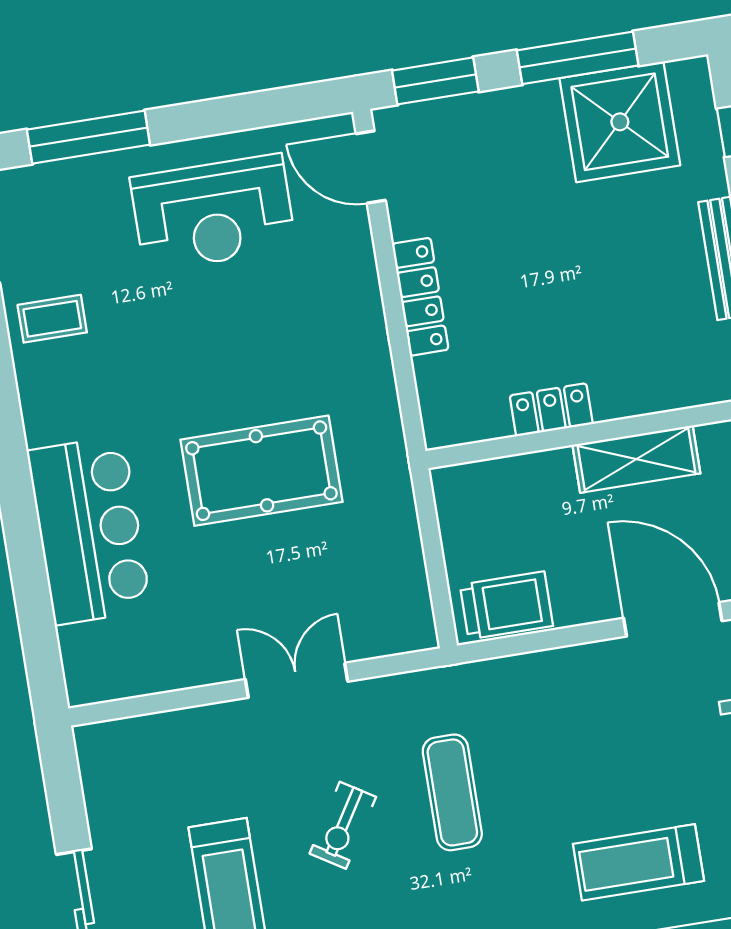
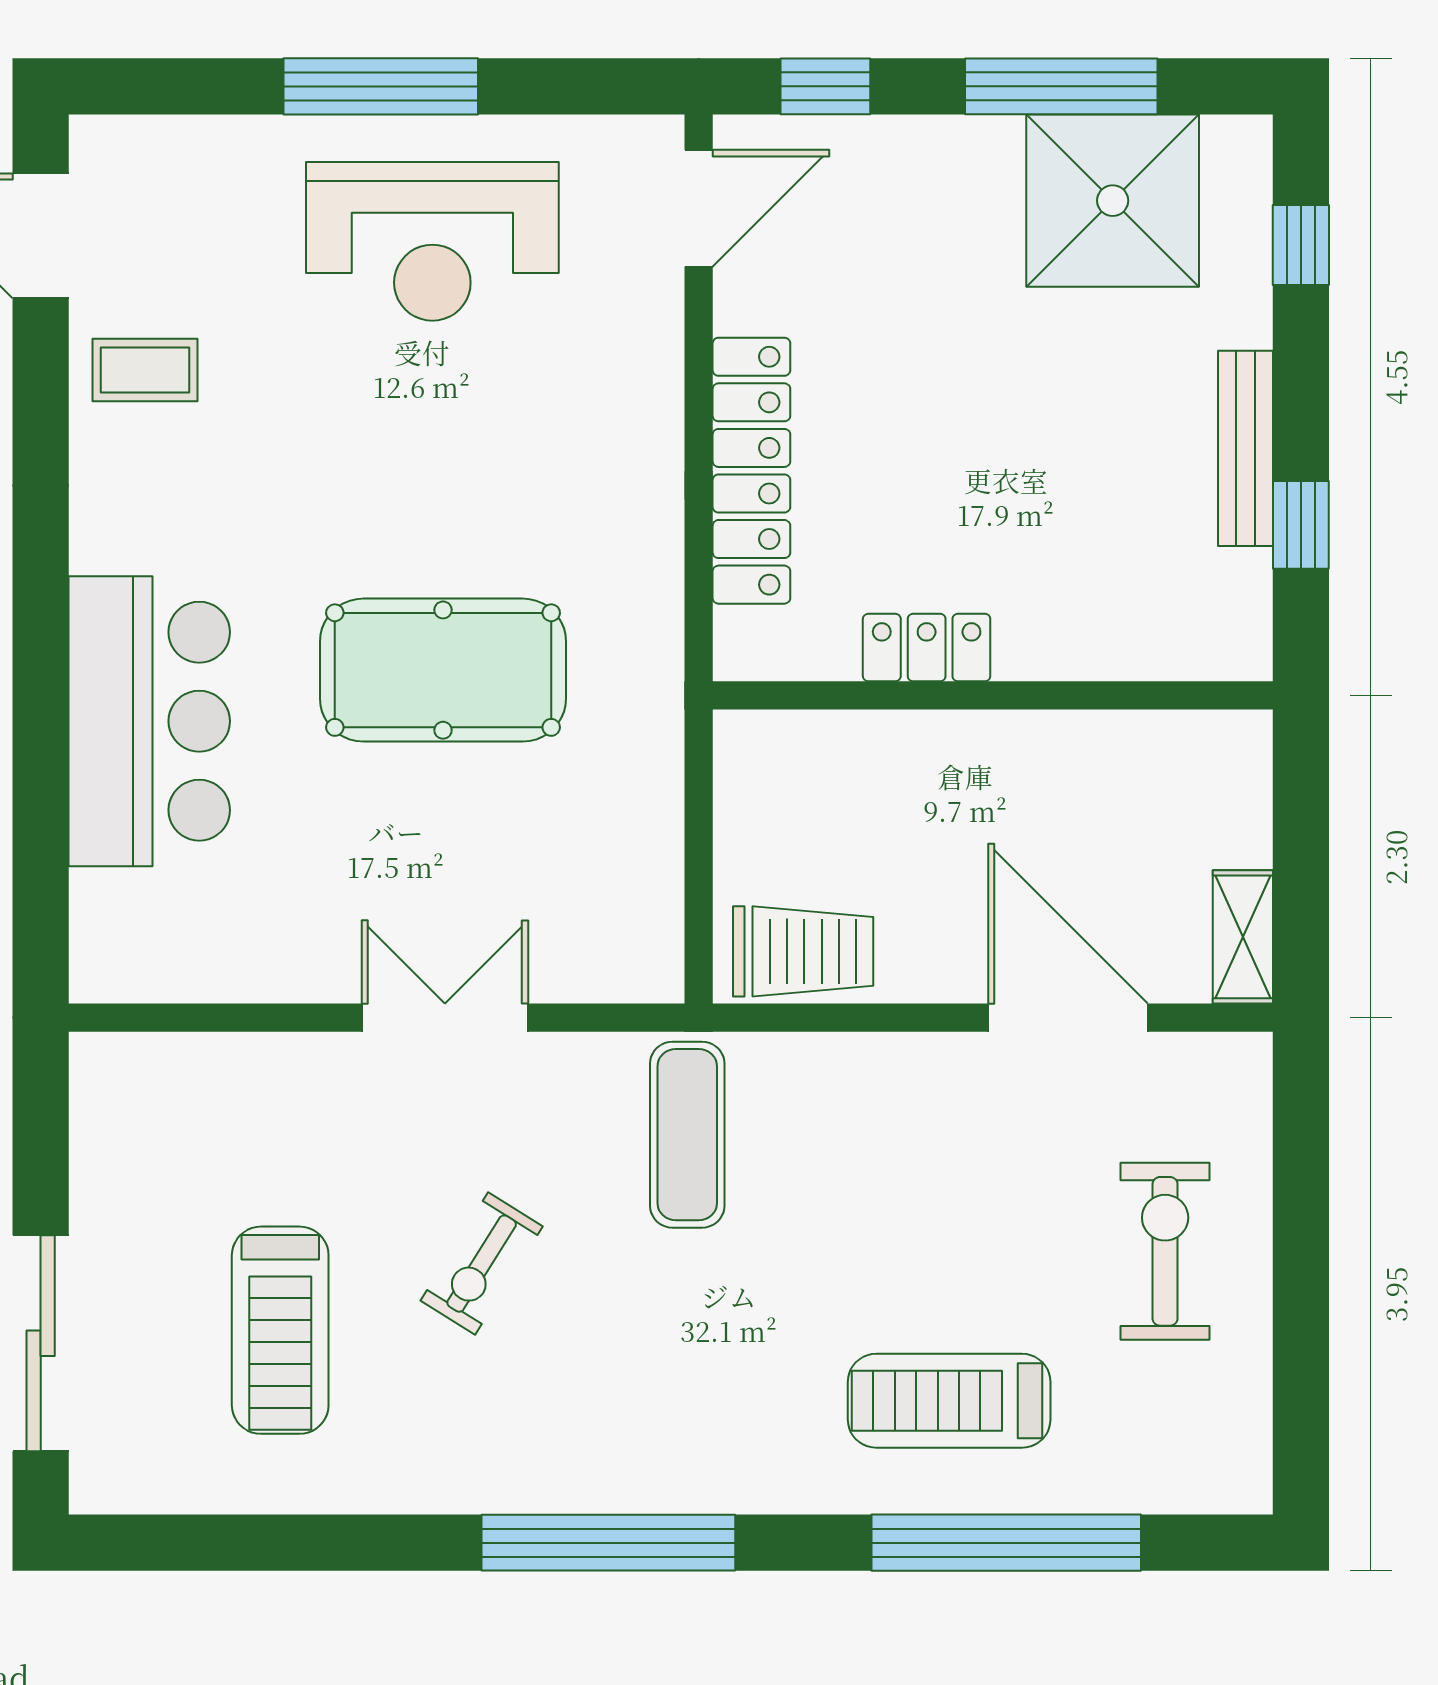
window: (435, 81) -> (825, 86), width x0.67
window: (88, 137) -> (381, 86), moved
door: (371, 167) -> (699, 208), swing flipped
locker: (420, 297) -> (751, 471), width x1.41, depth x1.21
shelving: (636, 459) -> (1051, 749), removed
exercise mat: (452, 792) -> (687, 1135), moved

